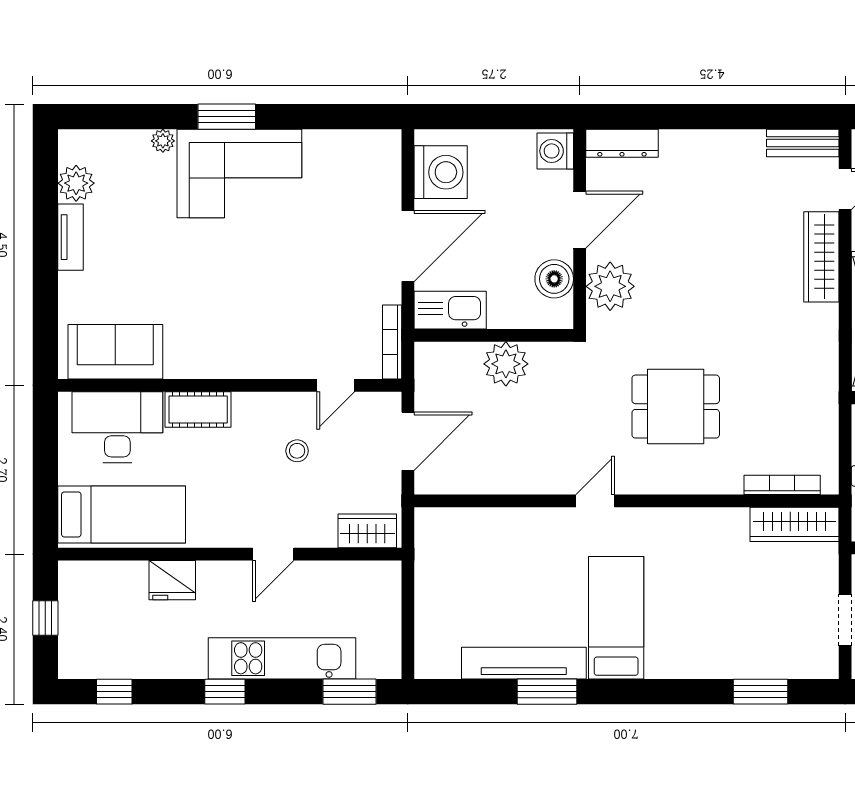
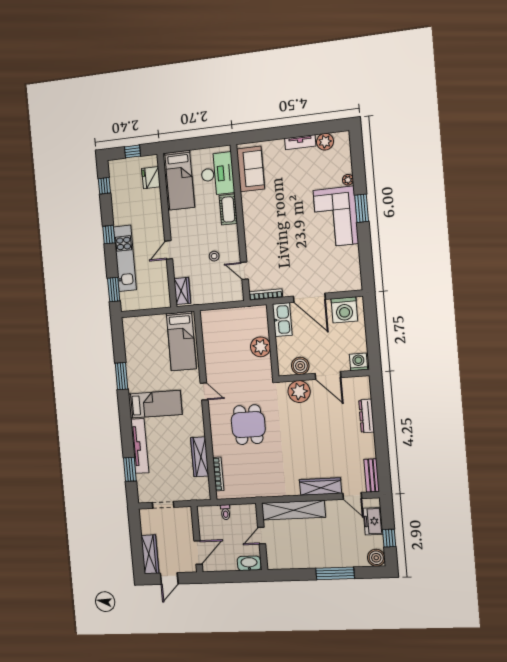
dresser: (622, 143) -> (367, 416), moved
door: (408, 441) -> (223, 306), removed
wardrobe: (795, 524) -> (200, 457), moved
bed: (479, 543) -> (181, 341), added
door: (273, 554) -> (169, 250), hinge flipped
fridge: (172, 580) -> (151, 178), moved
tv unit: (524, 663) -> (140, 446), moved

